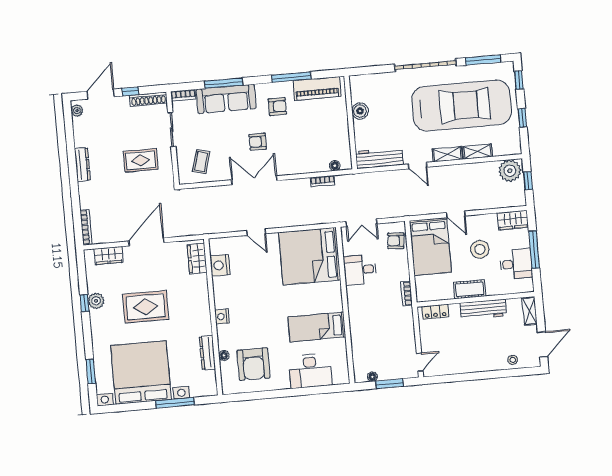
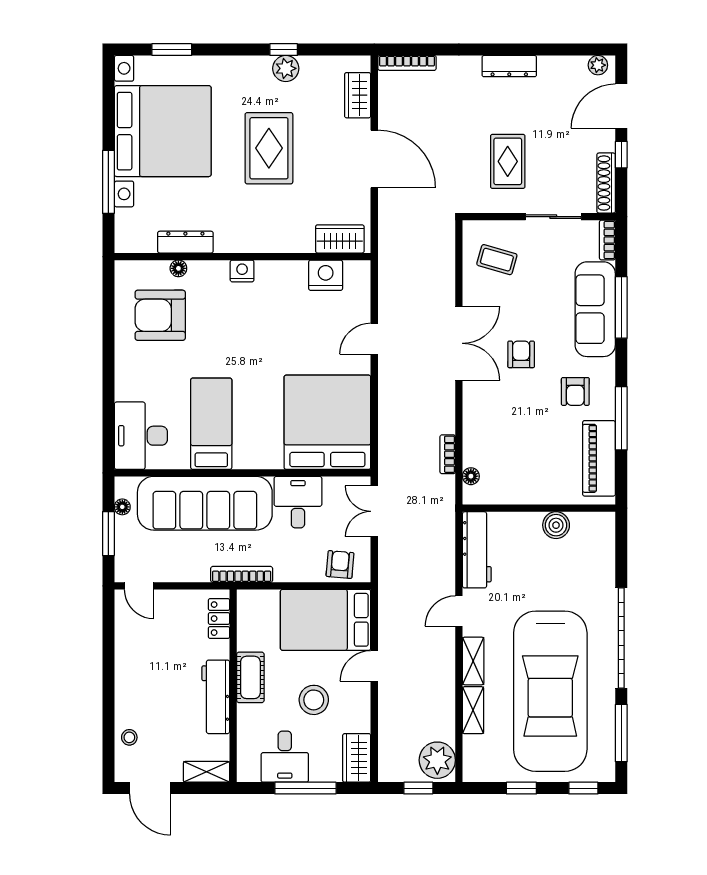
door: (101, 94) -> (621, 106), swing flipped
bookcase: (407, 293) -> (242, 574), width x1.56
sofa: (366, 327) -> (205, 503), added
desk: (310, 371) -> (141, 436), moved

